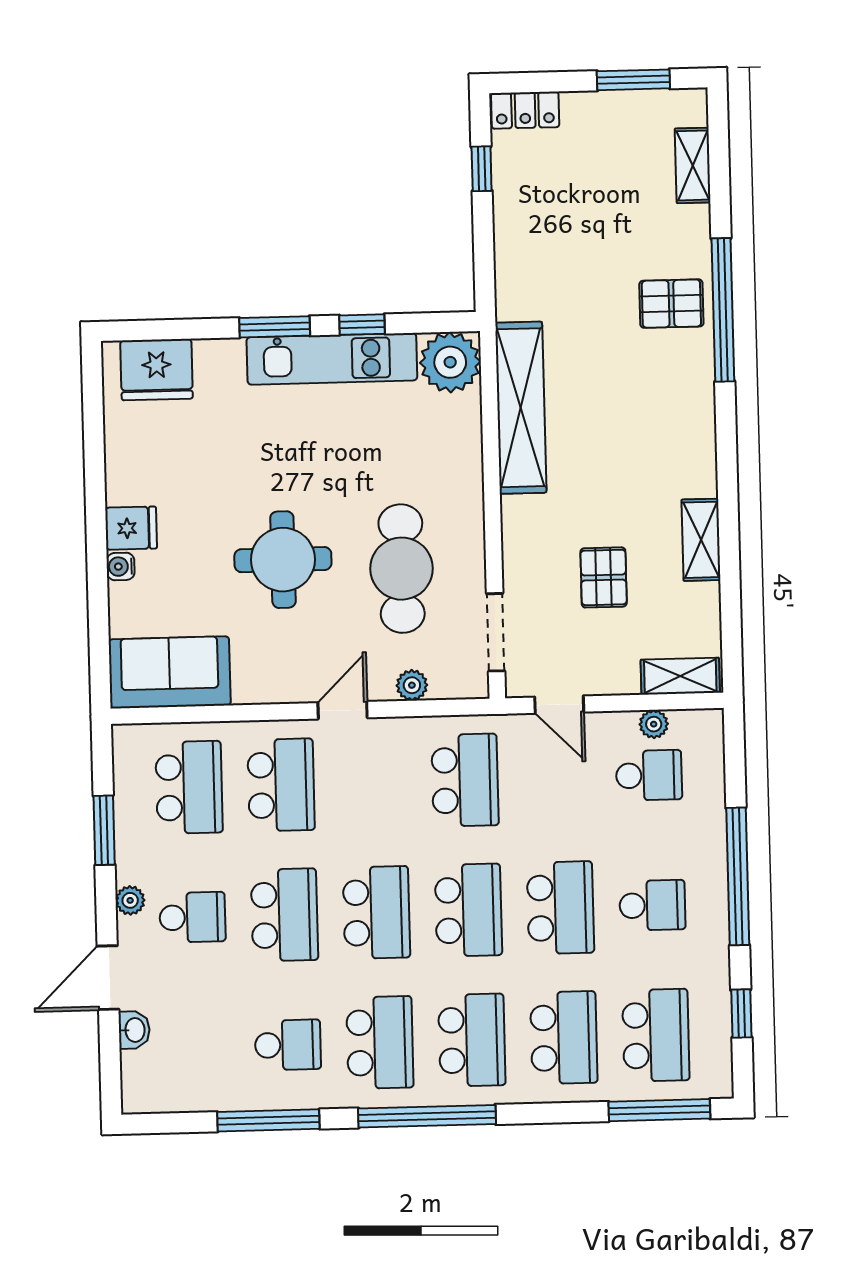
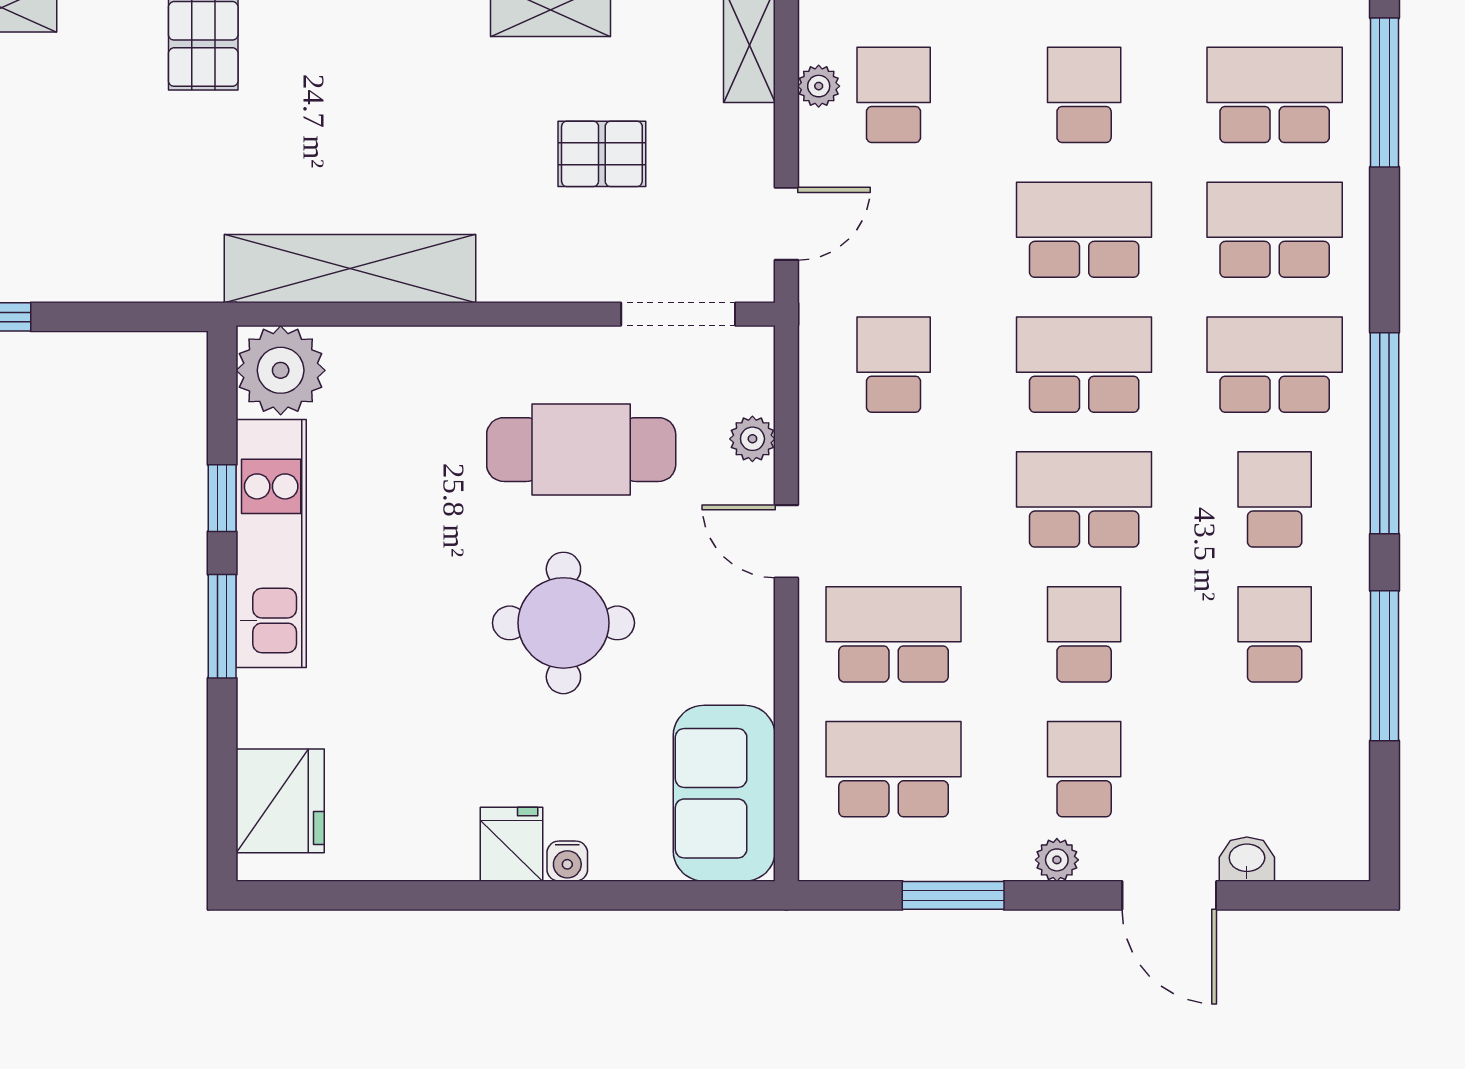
school desk: (465, 780) -> (894, 365), width x0.54
school desk: (284, 915) -> (1084, 634), width x0.54
school desk: (380, 1042) -> (1275, 499), width x0.54

